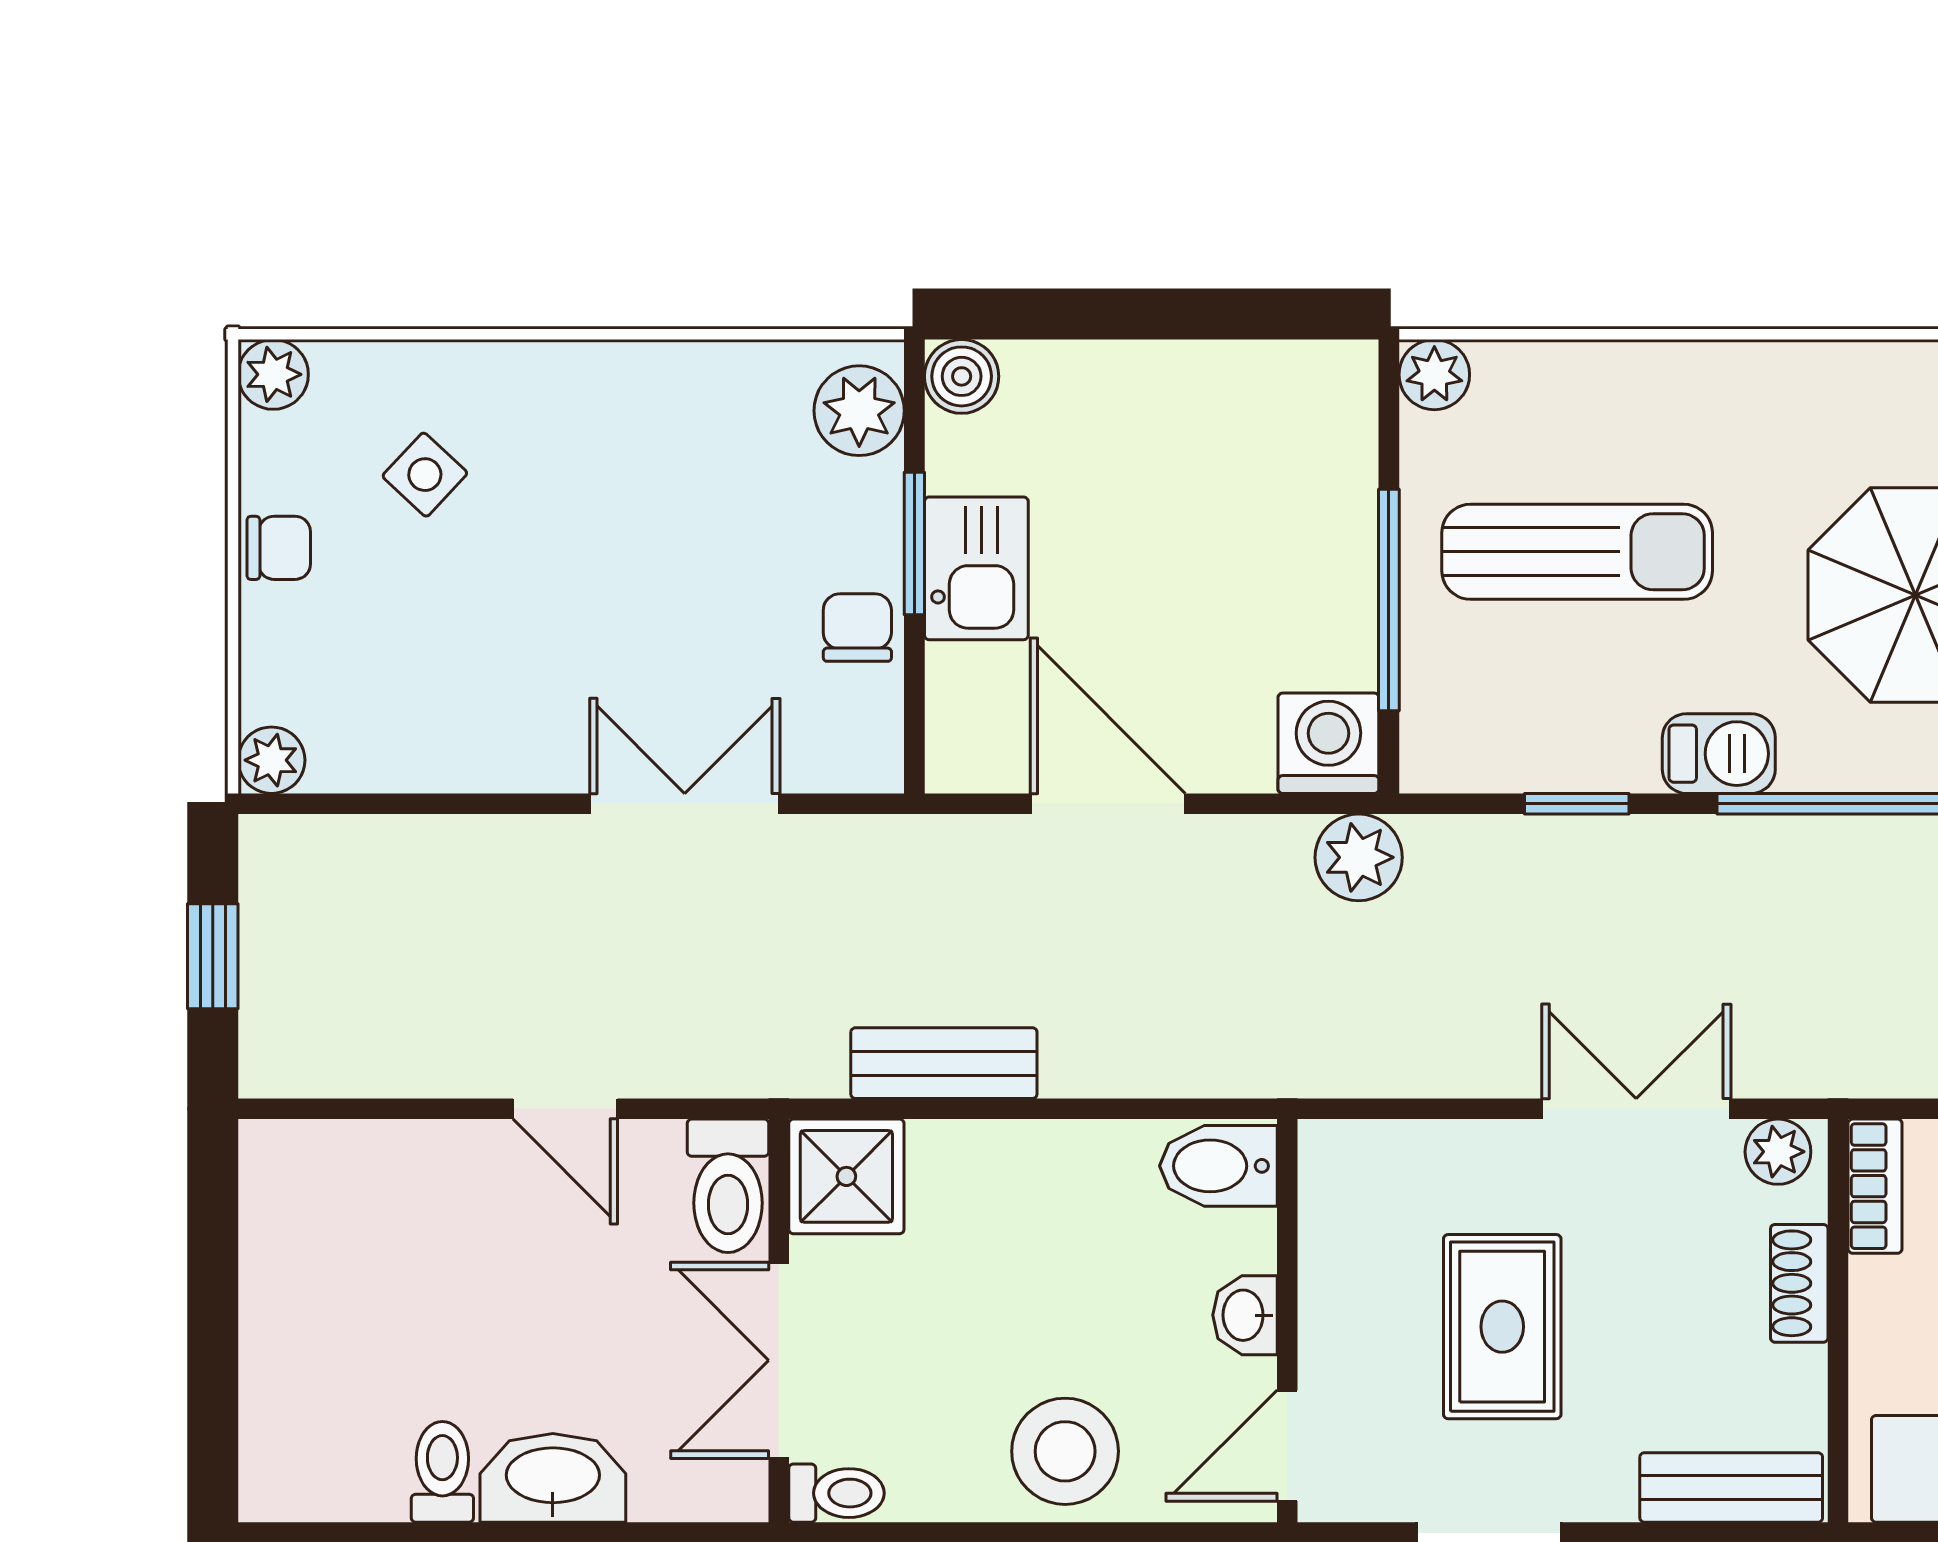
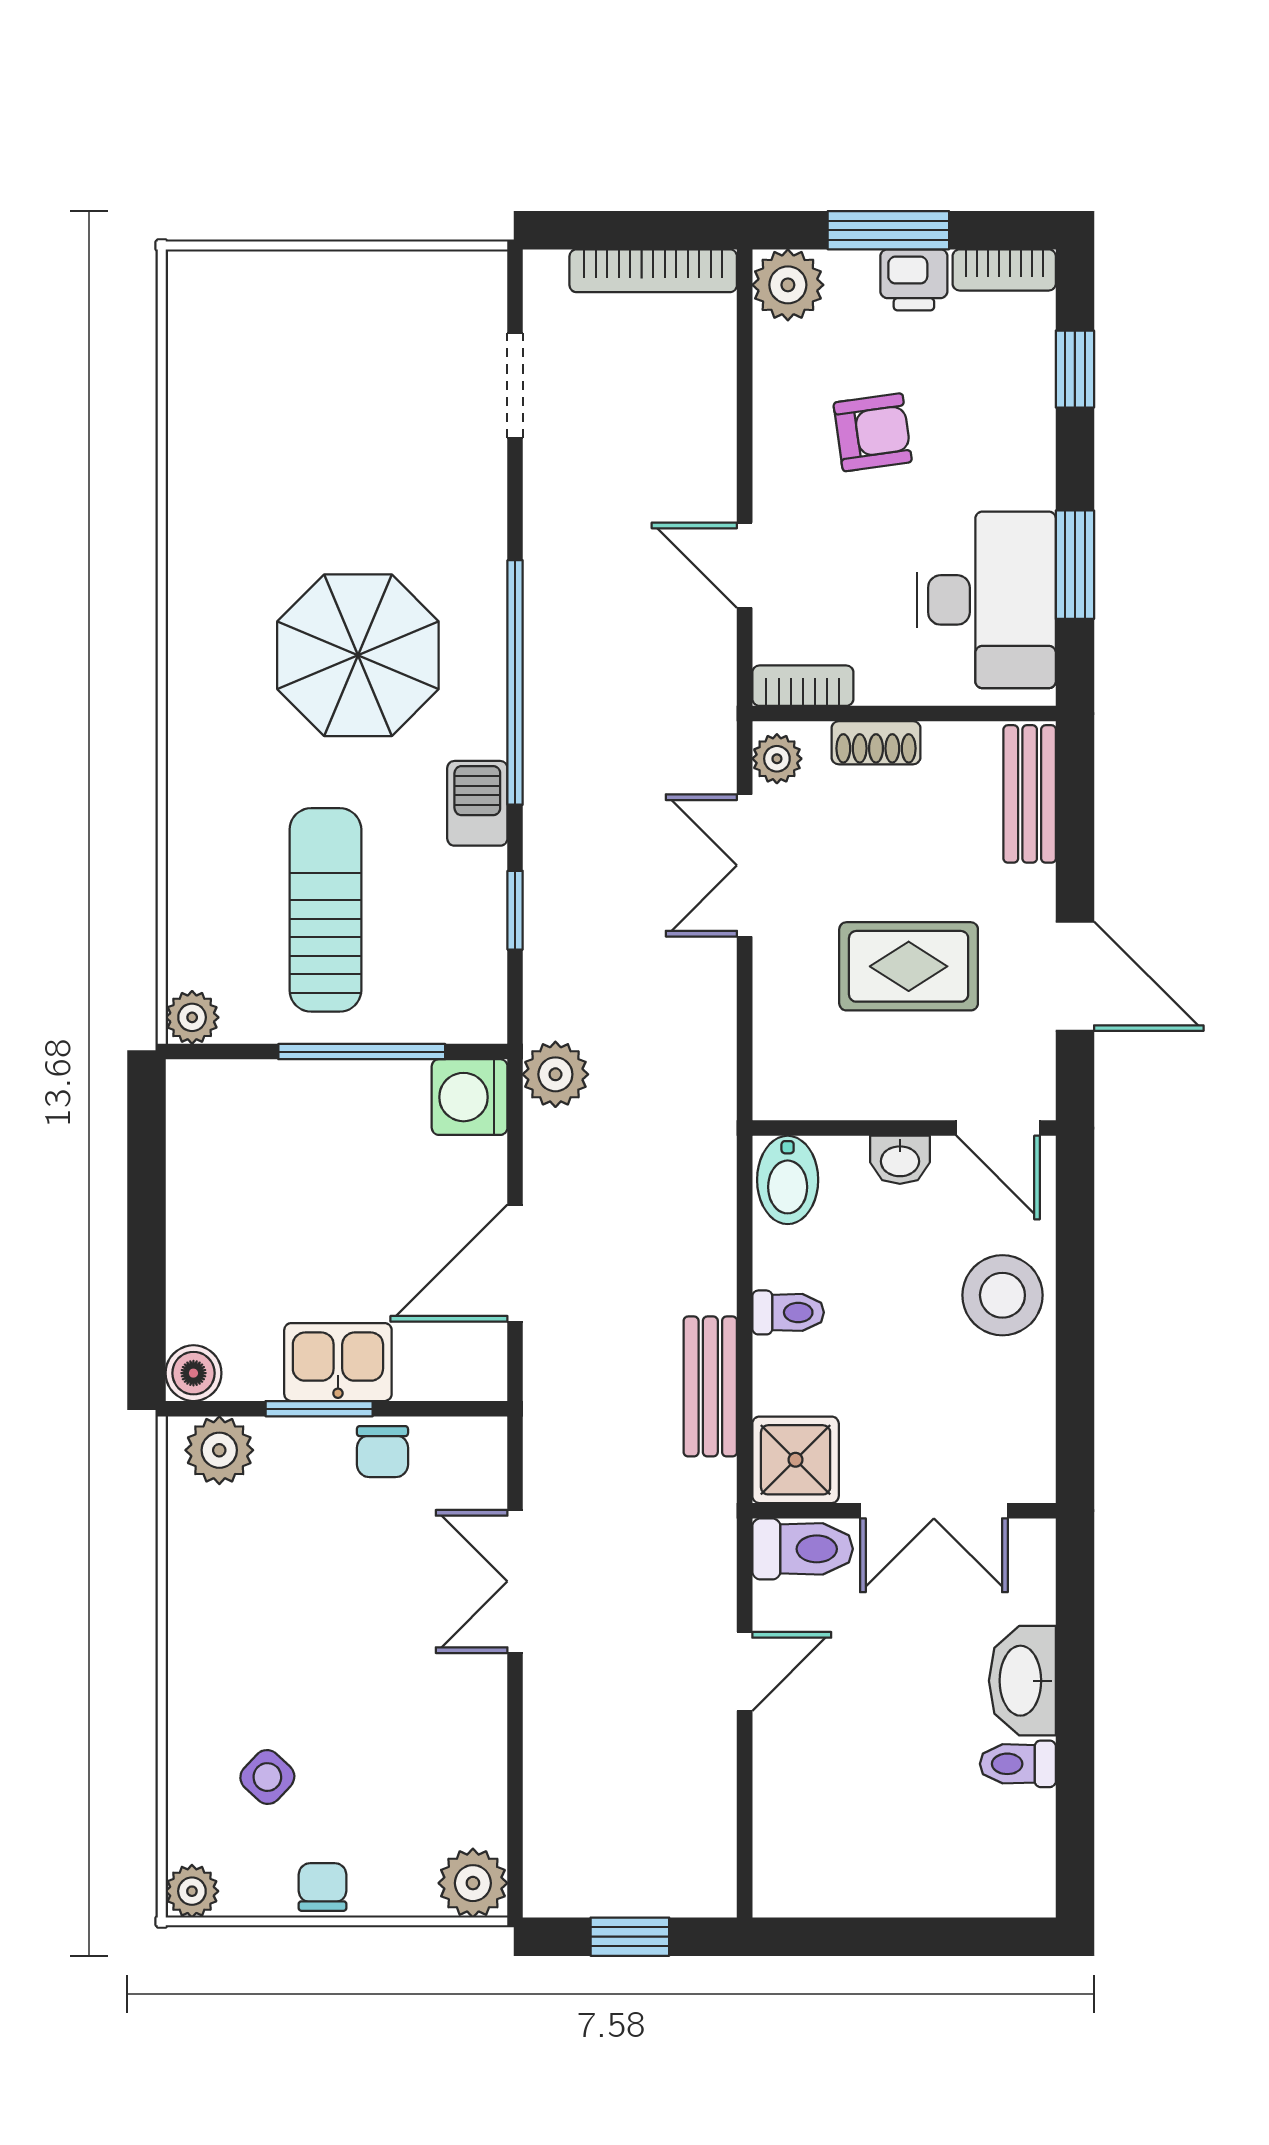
chair: (857, 628) -> (382, 1452), turned -90
plant: (271, 760) -> (473, 1883), width x1.38, depth x1.38
toilet: (837, 1493) -> (788, 1312), moved, turned 90

